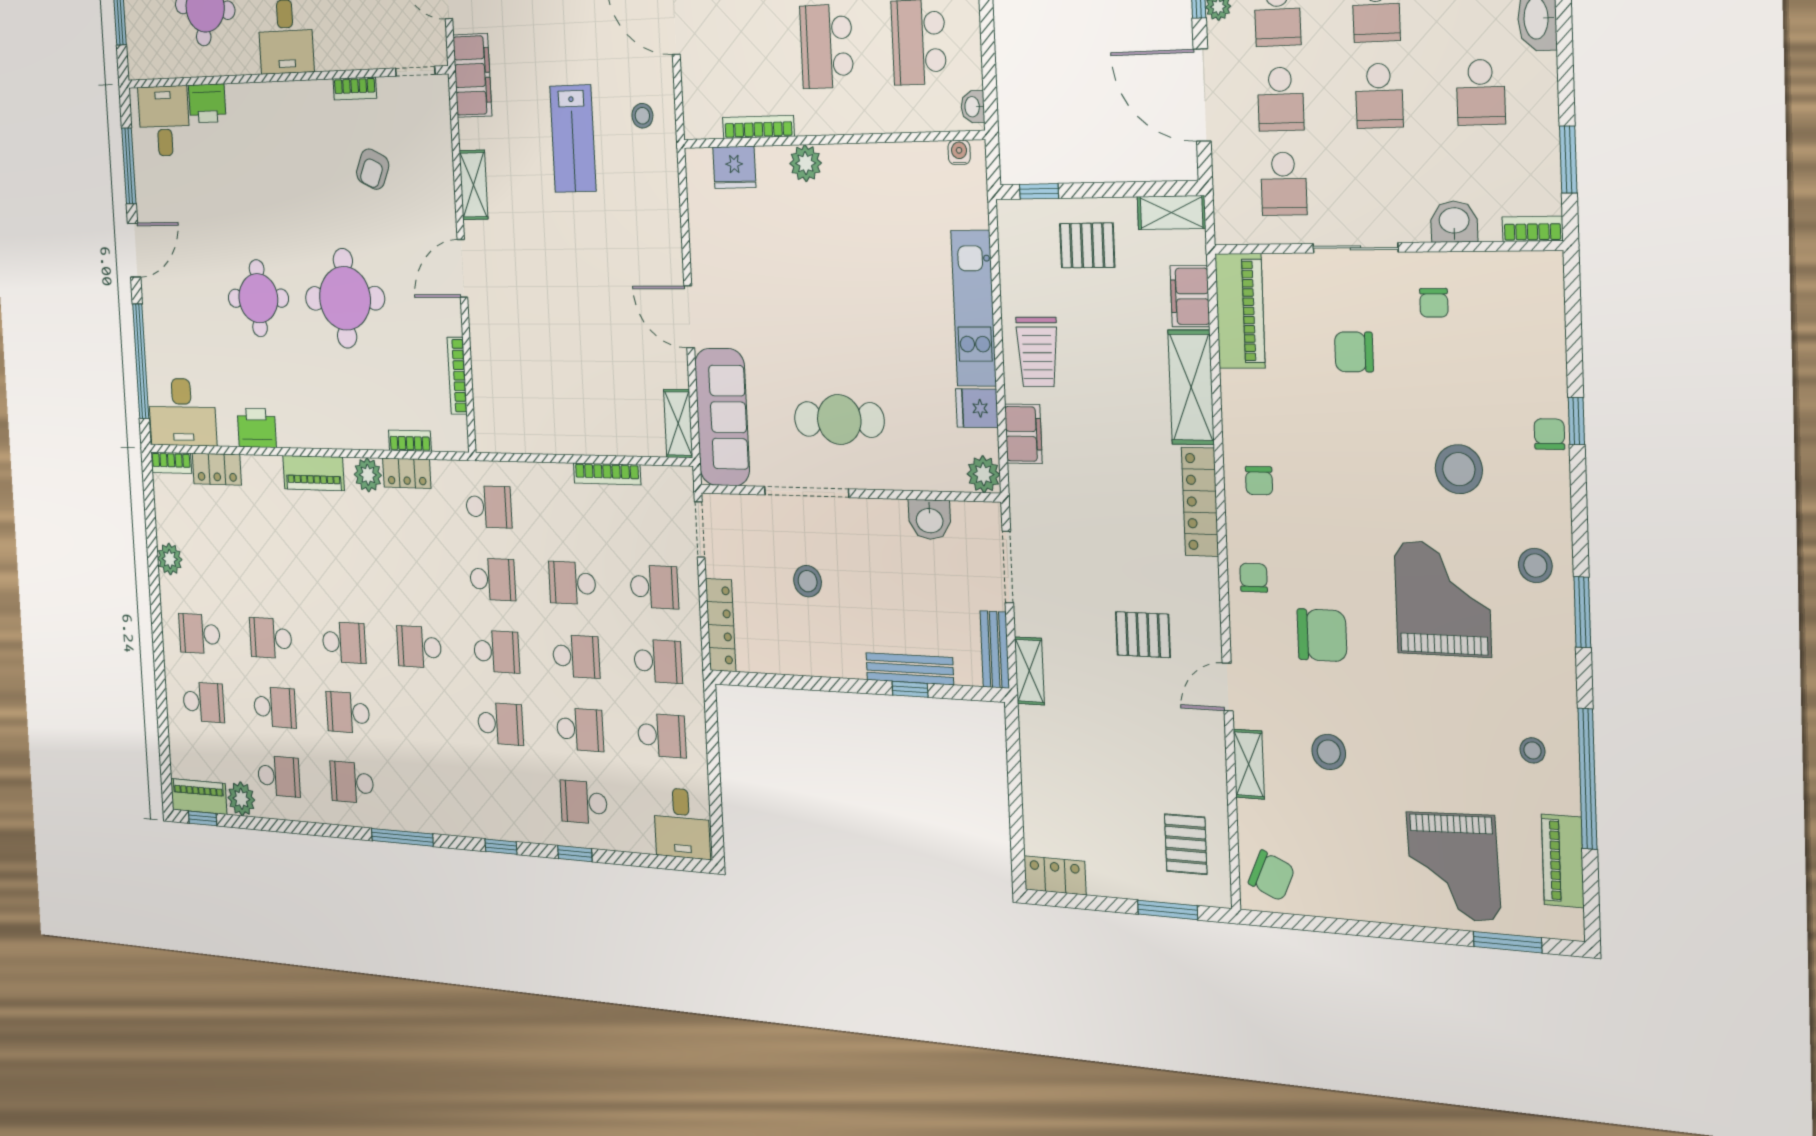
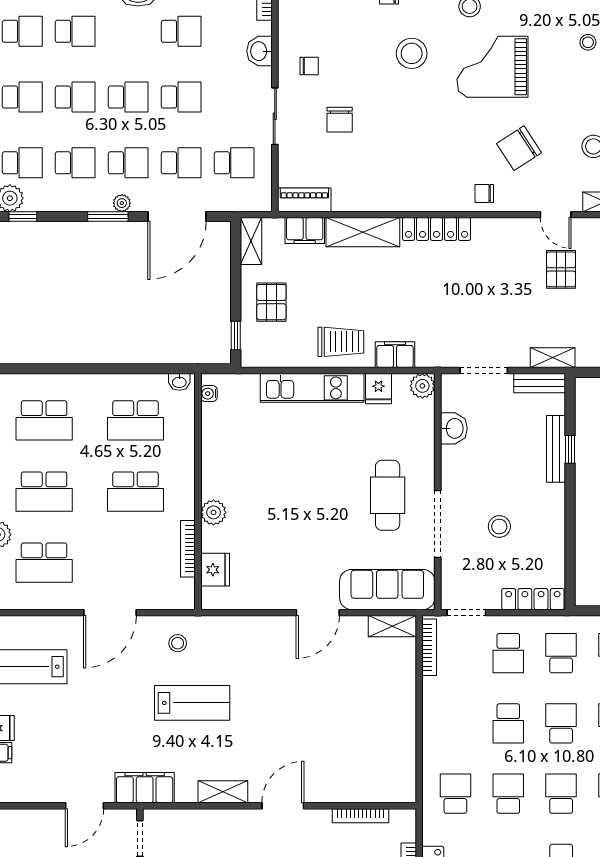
door: (462, 268) -> (283, 806), swing flipped
piano: (1240, 311) -> (304, 200), width x0.73, depth x0.75
bookcase: (607, 474) -> (429, 647), moved
chair: (1259, 481) -> (422, 187), removed
school desk: (654, 587) -> (508, 653), turned 180
pallet: (1143, 635) -> (561, 269), moved
chair: (1322, 635) -> (519, 148), turned -123
stool: (1533, 750) -> (588, 42), moved

